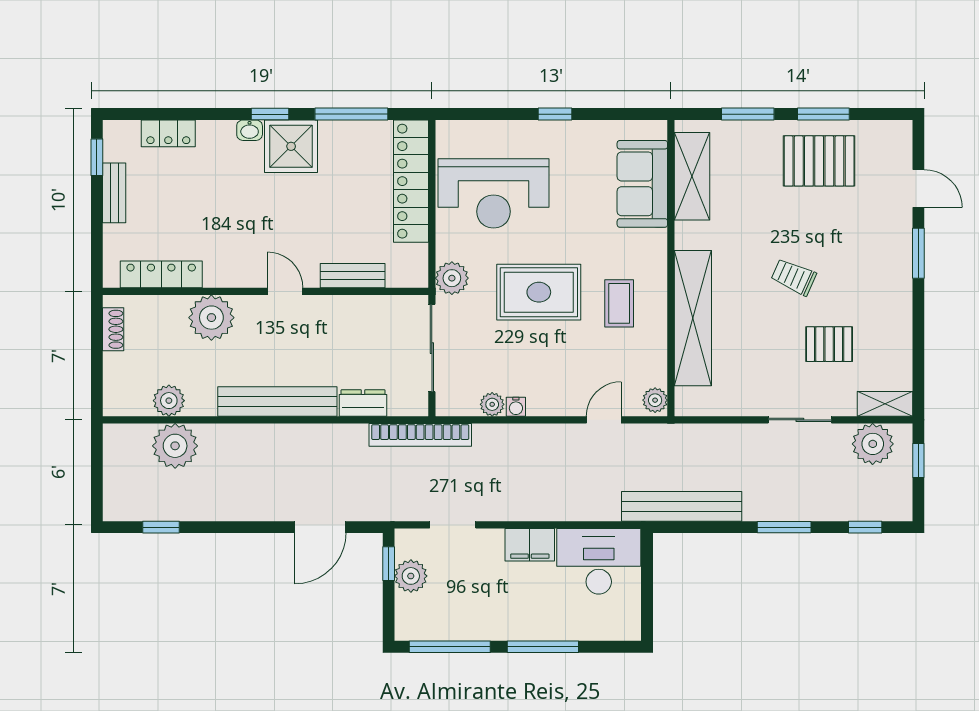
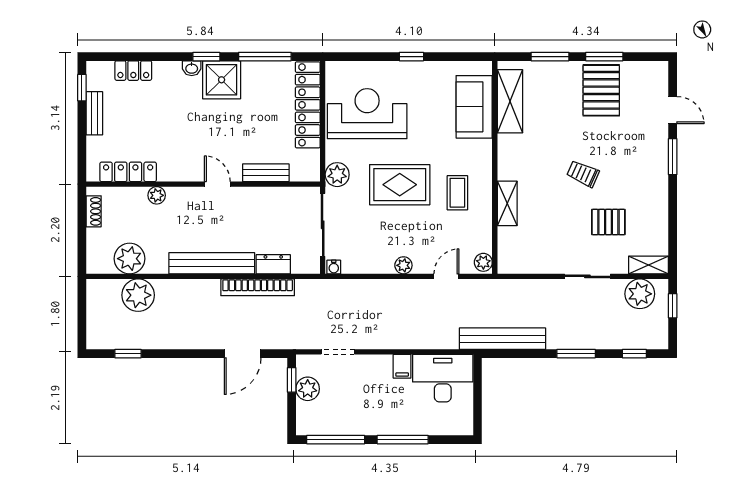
pallet: (819, 161) -> (601, 90), turned 90
reception desk: (493, 193) -> (367, 114), turned 180
plant: (211, 318) -> (157, 195), width x0.53, depth x0.53
shelving: (693, 318) -> (507, 203), width x0.45, depth x0.75
plant: (169, 401) -> (130, 259), width x1.36, depth x1.36
plant: (492, 404) -> (403, 265), moved
water cooler: (516, 407) -> (334, 267), moved
bookcase: (420, 435) -> (258, 287), moved
filing cabinet: (530, 545) -> (402, 366), width x0.50

